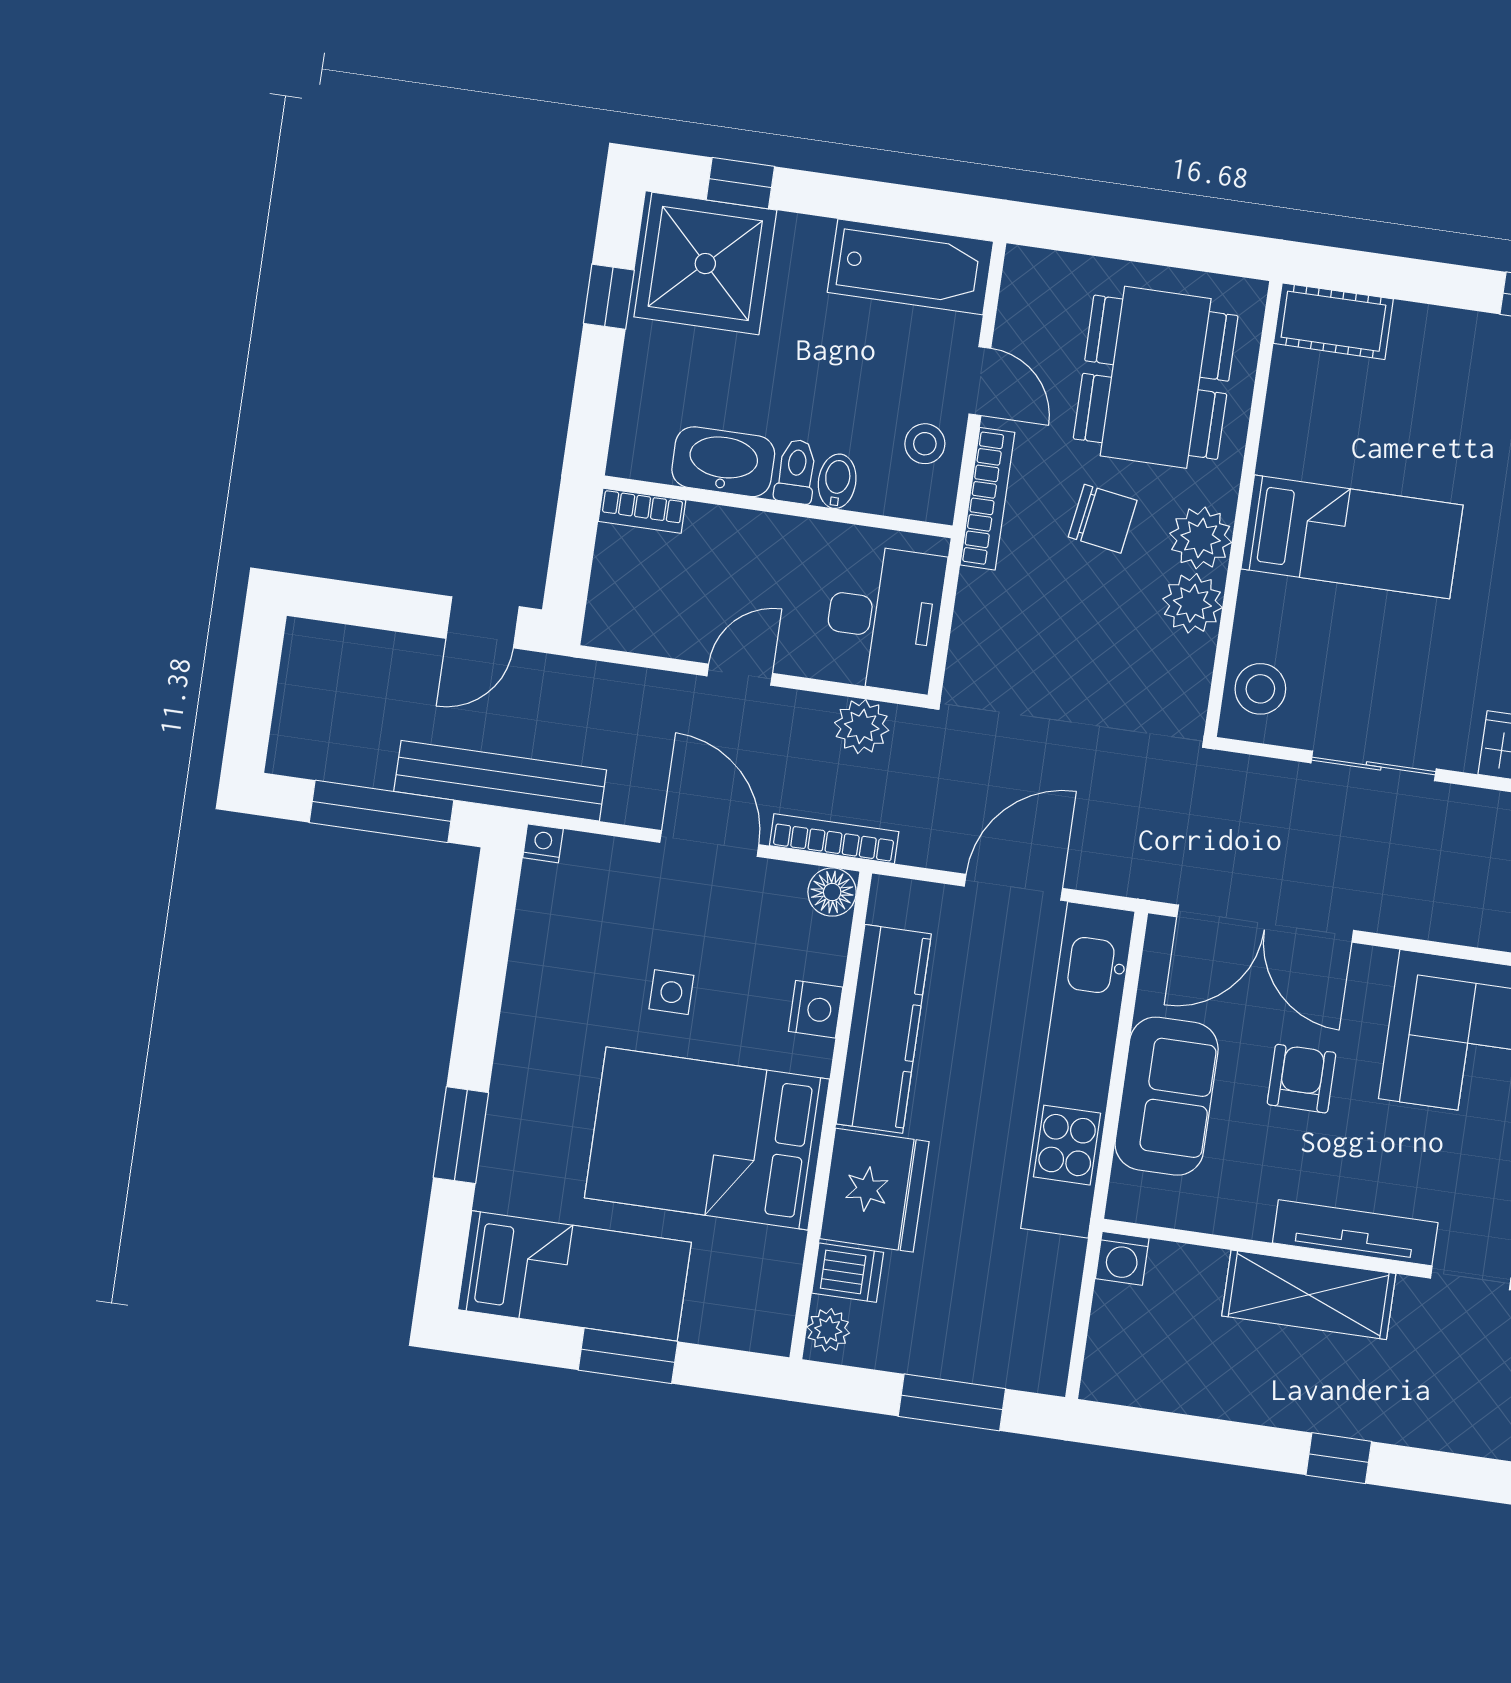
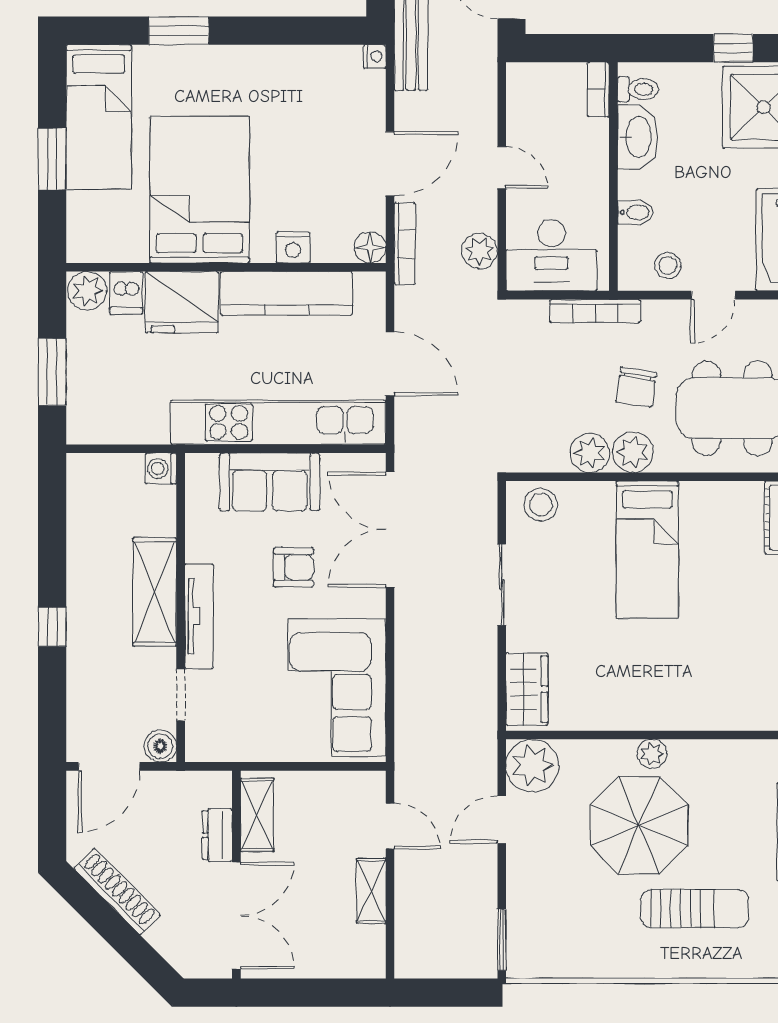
toilet: (796, 471) -> (638, 89), moved
bookcase: (987, 499) -> (595, 311), moved
side table: (671, 992) -> (291, 153), removed
plant: (828, 1330) -> (87, 291), width x1.38, depth x1.38

